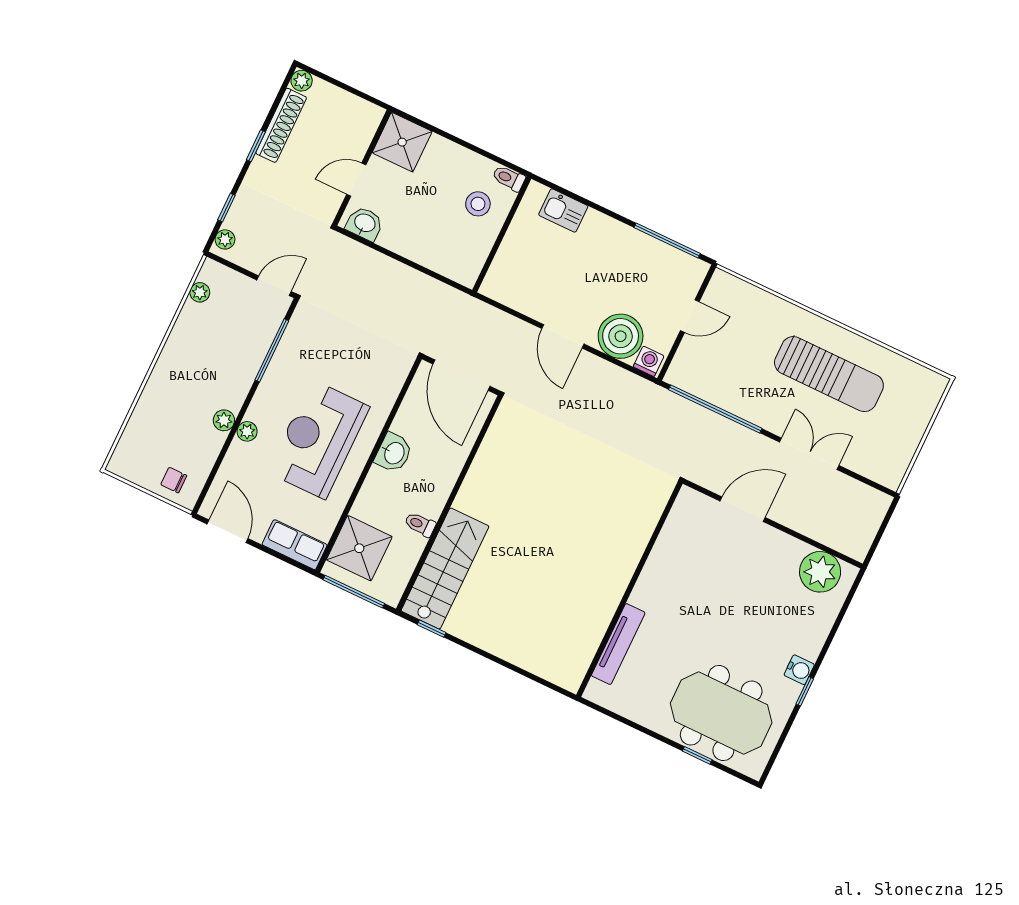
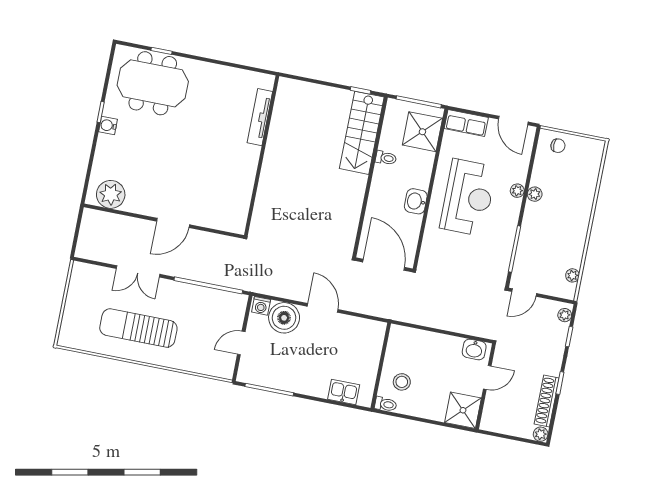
wall: (629, 589) -> (262, 156), moved
tv unit: (618, 644) -> (260, 117), moved

